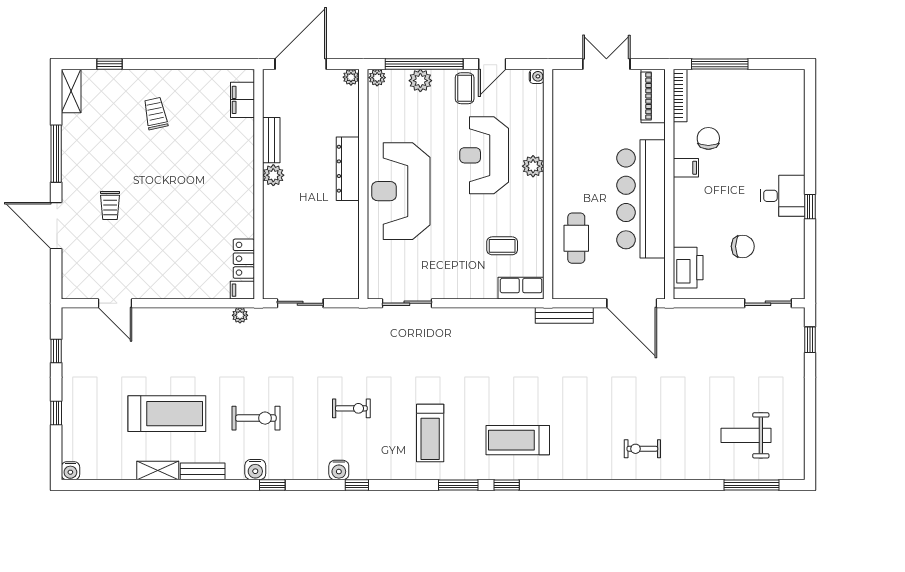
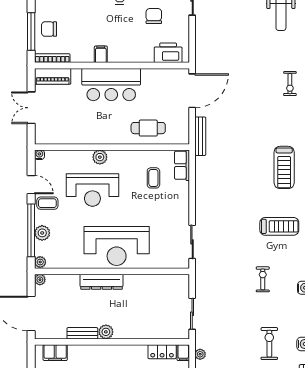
chair: (708, 138) -> (49, 29), moved
bar counter: (641, 199) -> (111, 85), width x0.73

